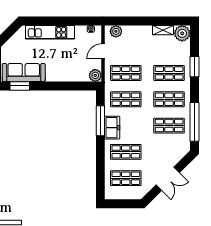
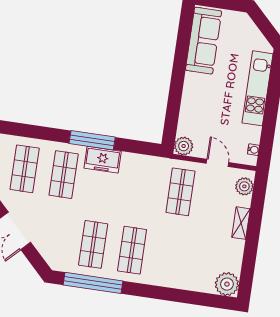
shelving: (163, 30) -> (241, 223), moved
window: (194, 67) -> (175, 295), removed
shop shelf: (169, 73) -> (171, 256), removed
window: (20, 86) -> (185, 32), removed
shop shelf: (126, 99) -> (142, 186), removed
window: (100, 121) -> (92, 140), moved

